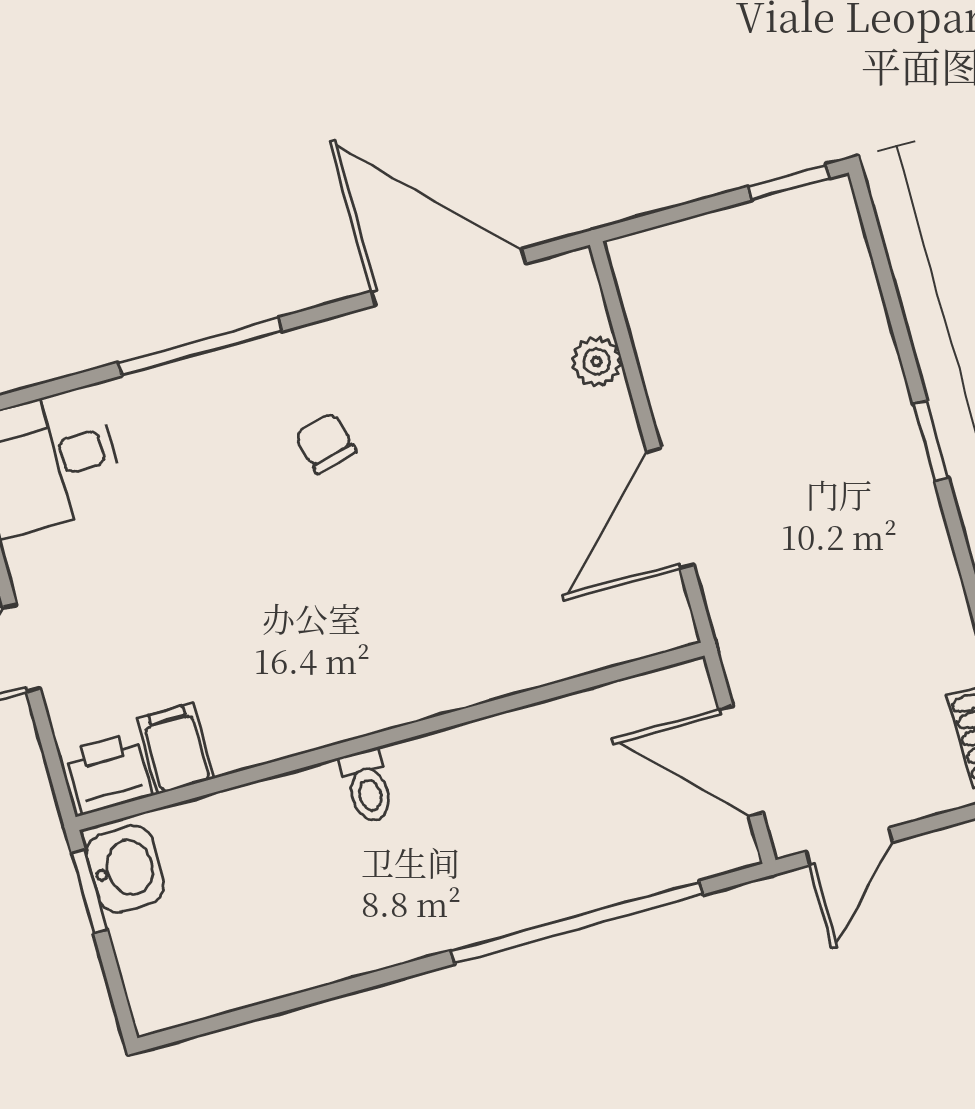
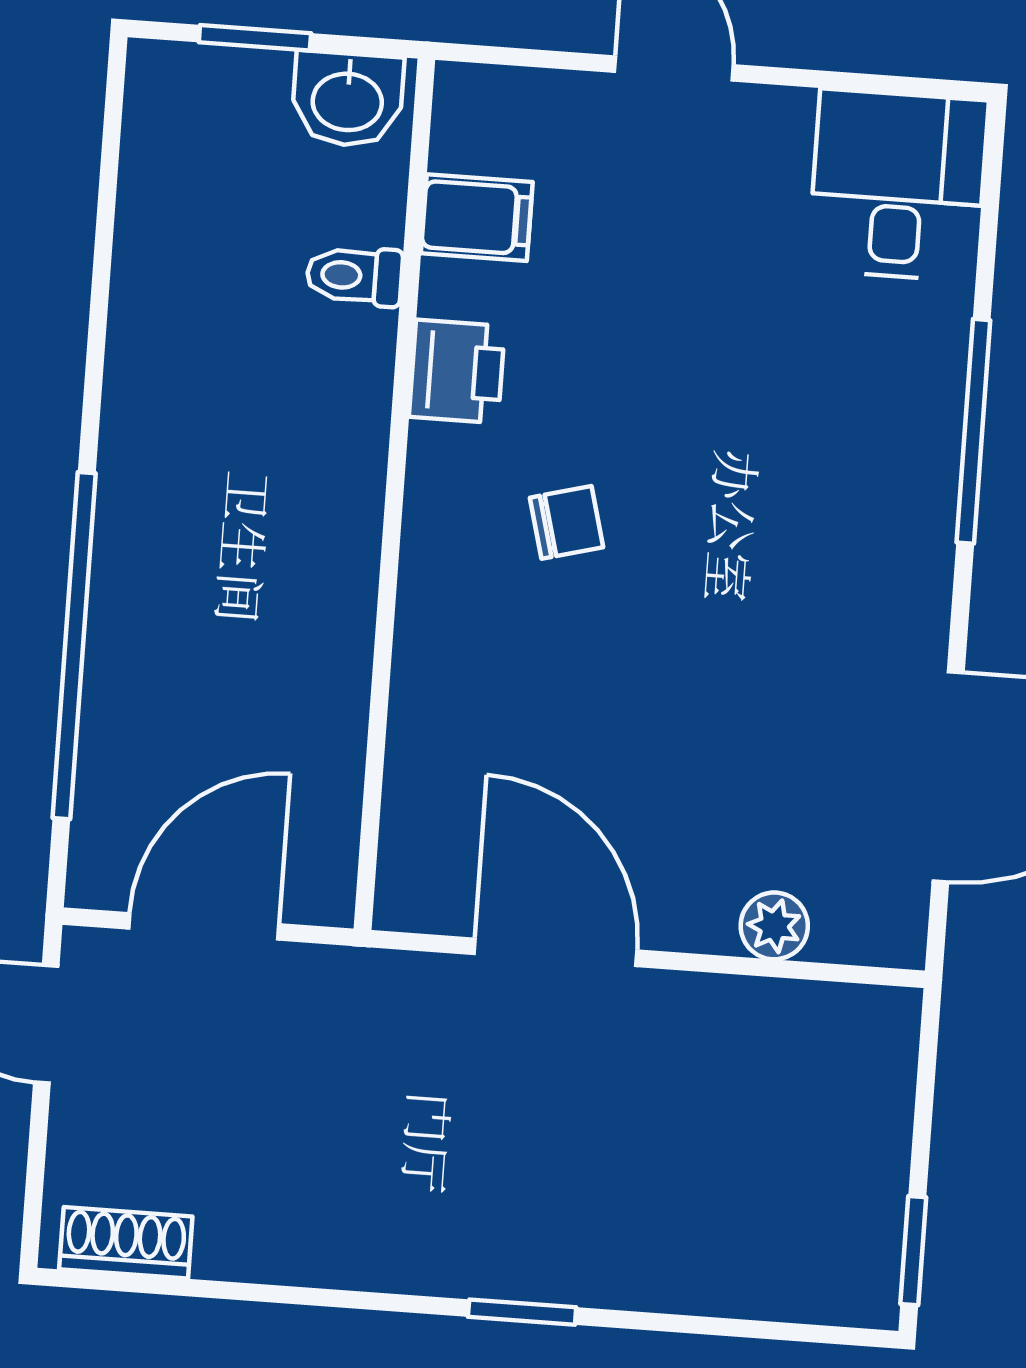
chair: (325, 443) -> (566, 522), moved
printer: (109, 774) -> (457, 371), moved
toilet: (368, 786) -> (354, 276), moved
window: (89, 891) -> (255, 38), moved

